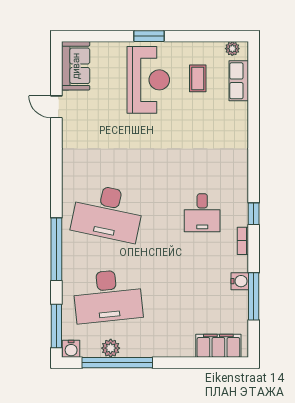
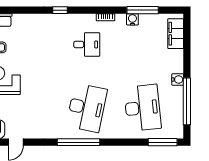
window: (254, 214) -> (60, 10), moved
window: (56, 249) -> (78, 142), moved
plant: (111, 348) -> (177, 106), removed
water cooler: (71, 349) -> (178, 79), moved

